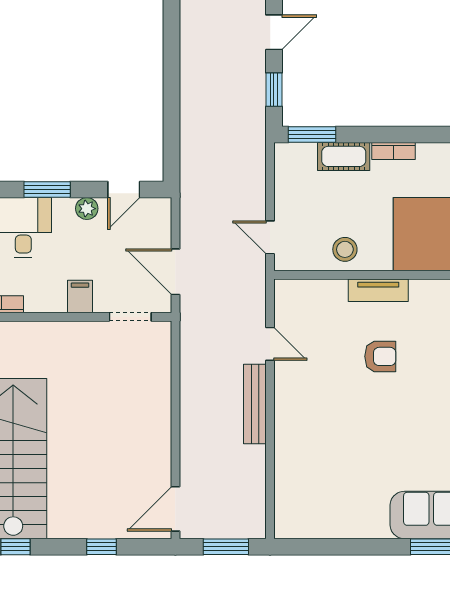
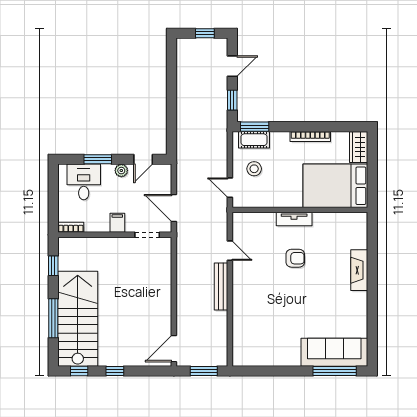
bookcase: (393, 151) -> (310, 136), width x1.56
cot: (344, 156) -> (254, 140), moved
stool: (345, 249) -> (254, 169), moved
window: (101, 547) -> (115, 371), moved

